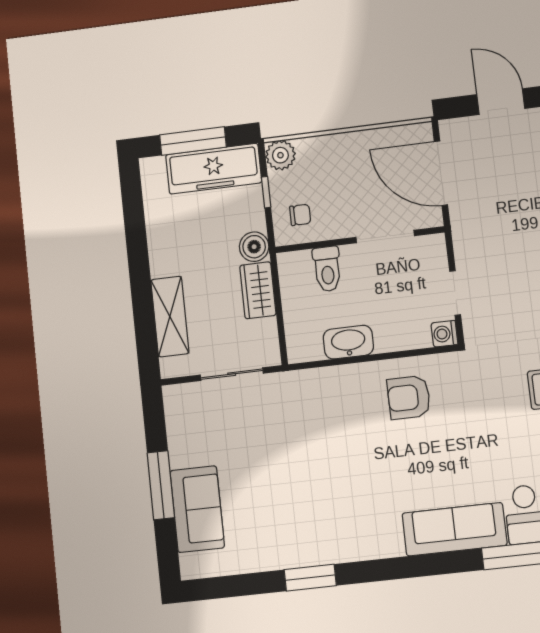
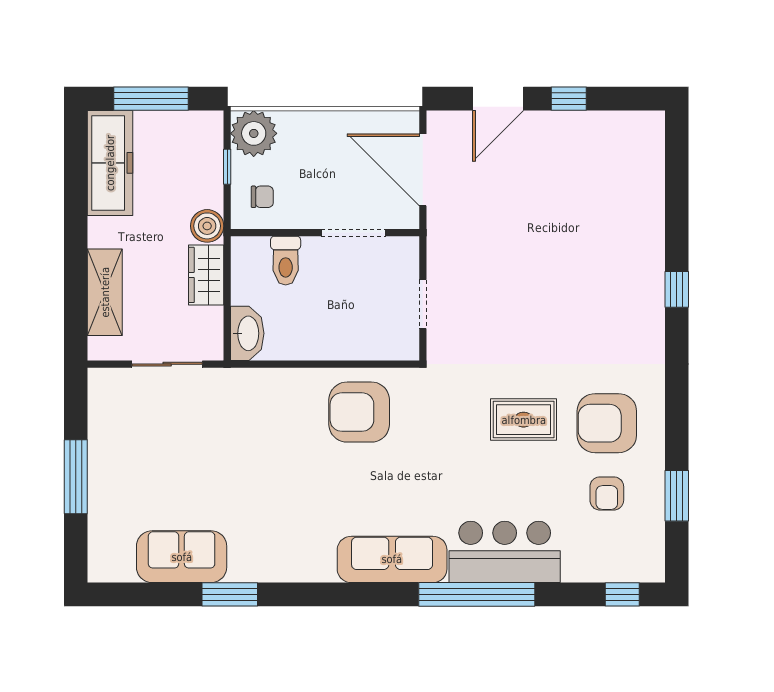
door: (501, 102) -> (498, 99), swing flipped
plant: (280, 155) -> (254, 133), width x1.36, depth x1.36
freezer: (214, 169) -> (110, 163), moved, turned -90
washing machine: (444, 334) -> (406, 347), removed
washbasin: (348, 342) -> (247, 333), moved, turned 90
armchair: (409, 397) -> (359, 412), width x1.36, depth x1.36
sofa: (197, 509) -> (182, 557), moved, turned -90

